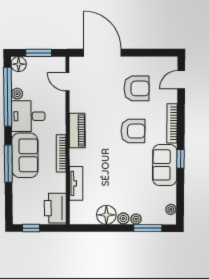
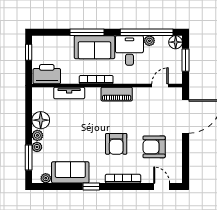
armchair: (137, 88) -> (154, 147), turned 90
sofa: (165, 165) -> (70, 172), moved

